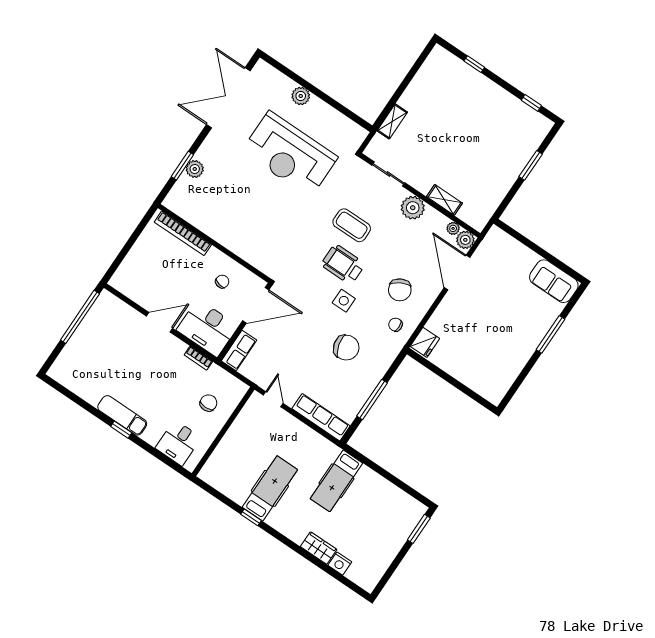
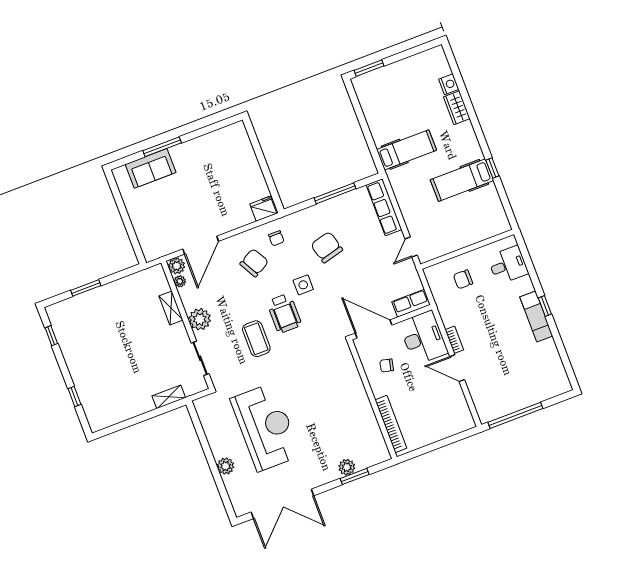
sofa: (554, 281) -> (151, 168), moved, turned 90
bookcase: (198, 358) -> (454, 340), moved

